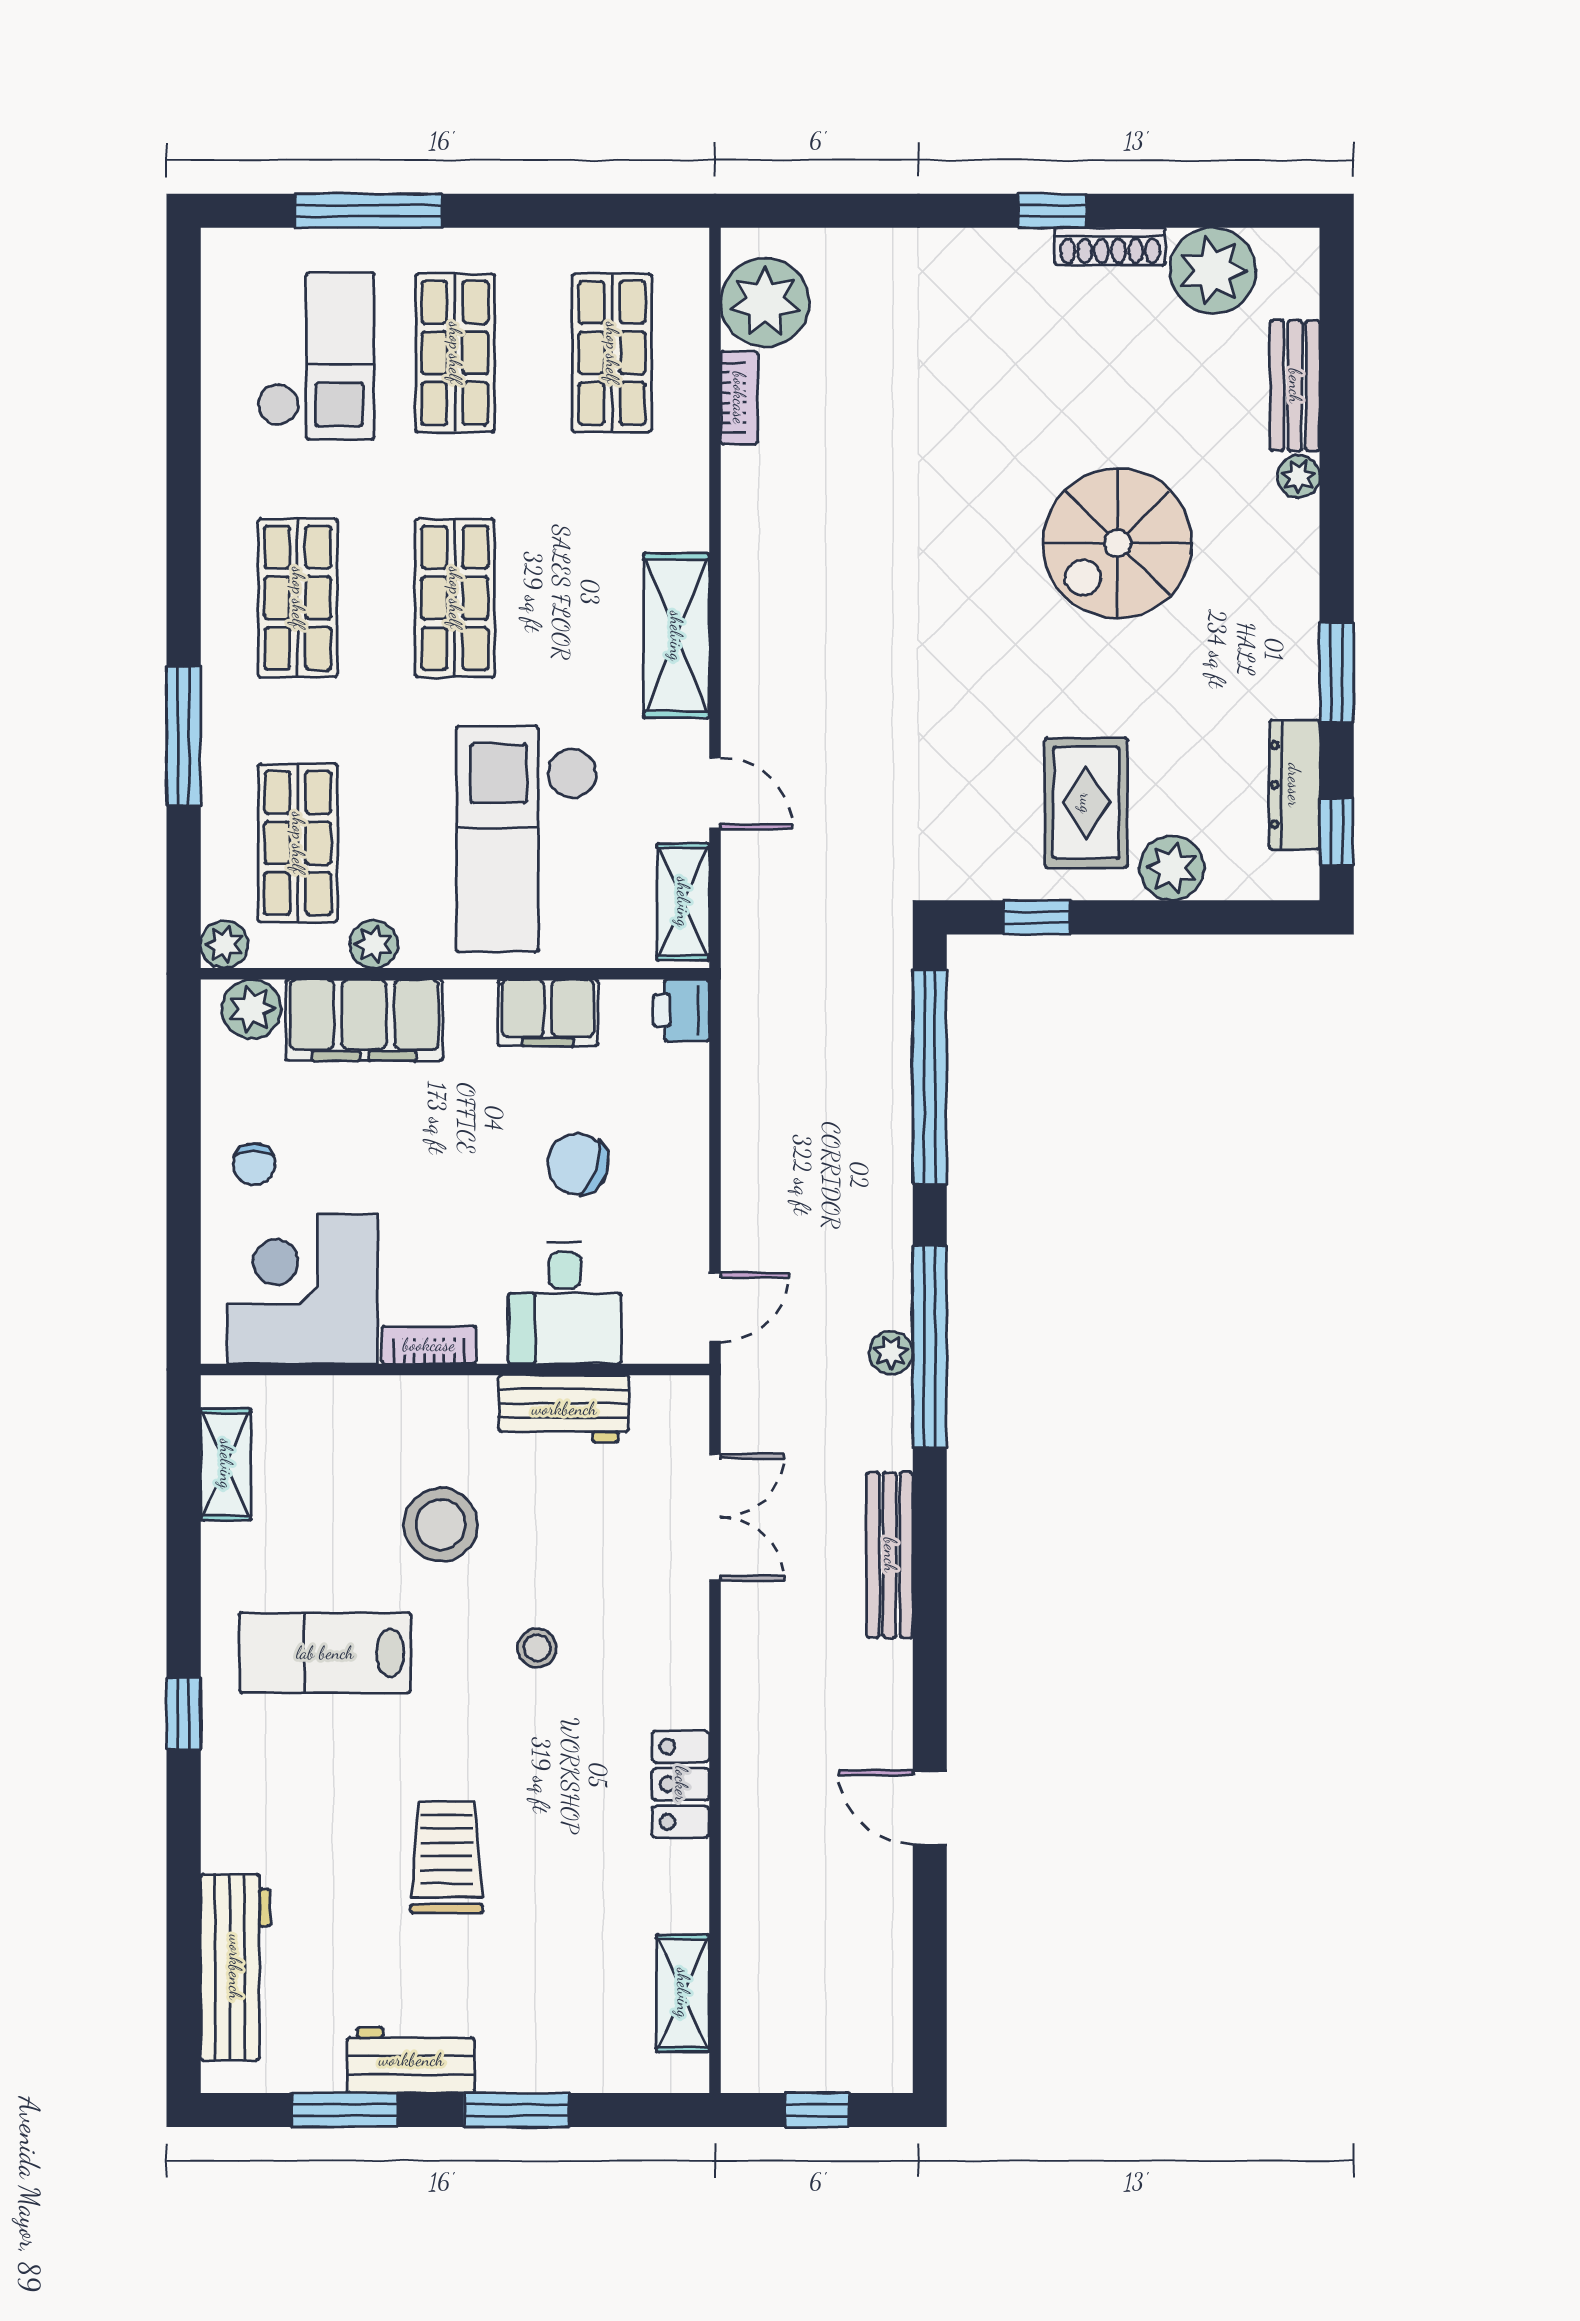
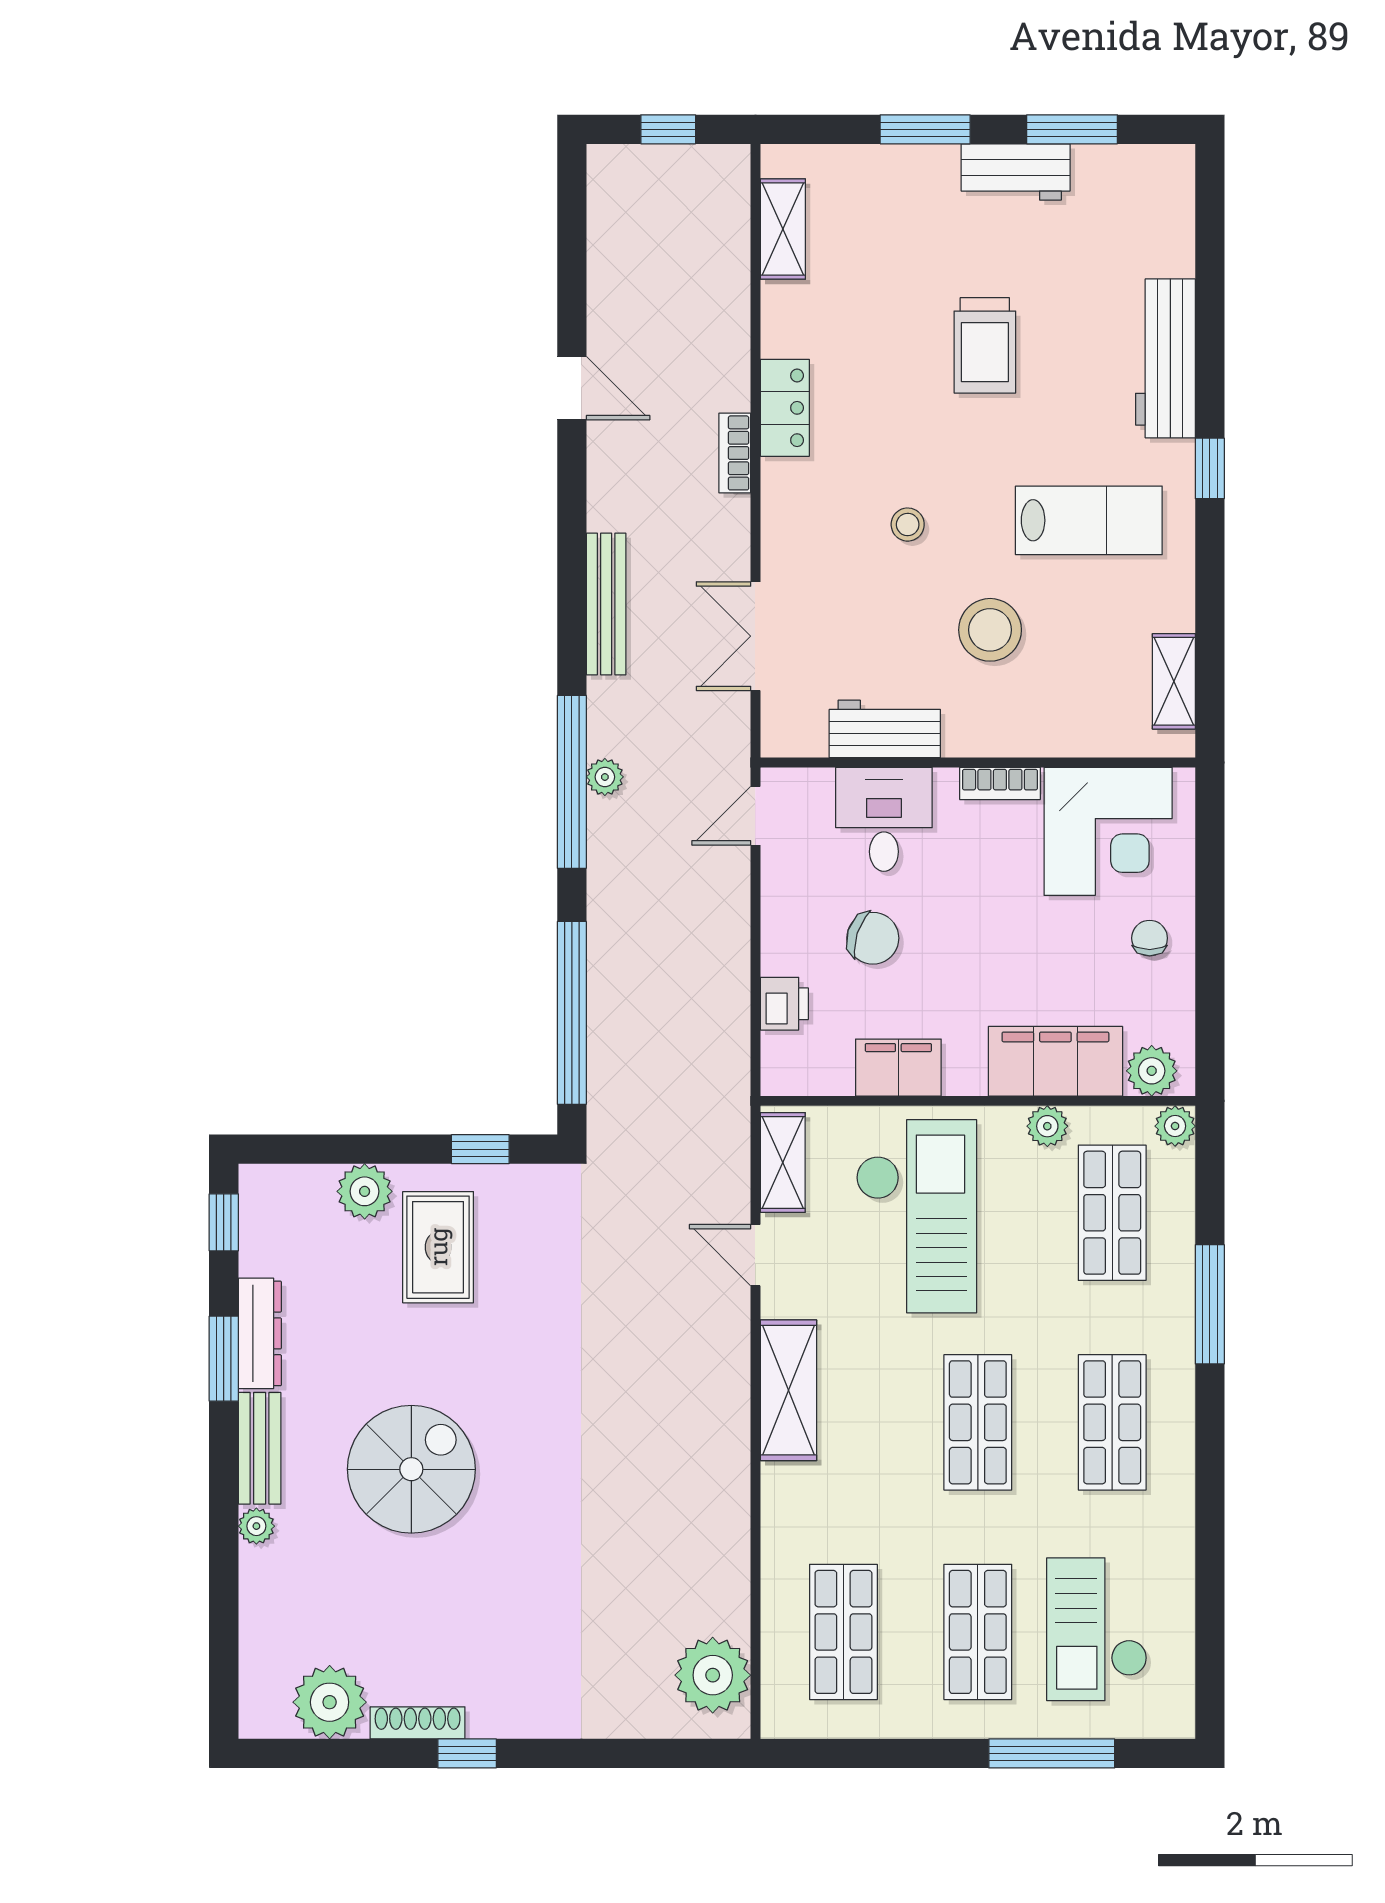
bench: (1295, 386) -> (260, 1448), moved
bookcase: (739, 398) -> (735, 453), moved
dresser: (1294, 785) -> (260, 1333), moved
printer: (681, 1010) -> (784, 1004), moved
workbench: (235, 1967) -> (1165, 358), moved

